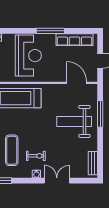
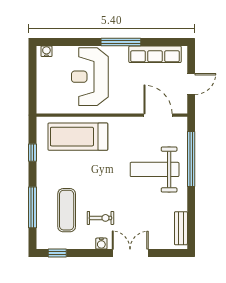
reception desk: (28, 56) -> (90, 77), turned 180
window: (100, 114) -> (191, 159), width x1.46

